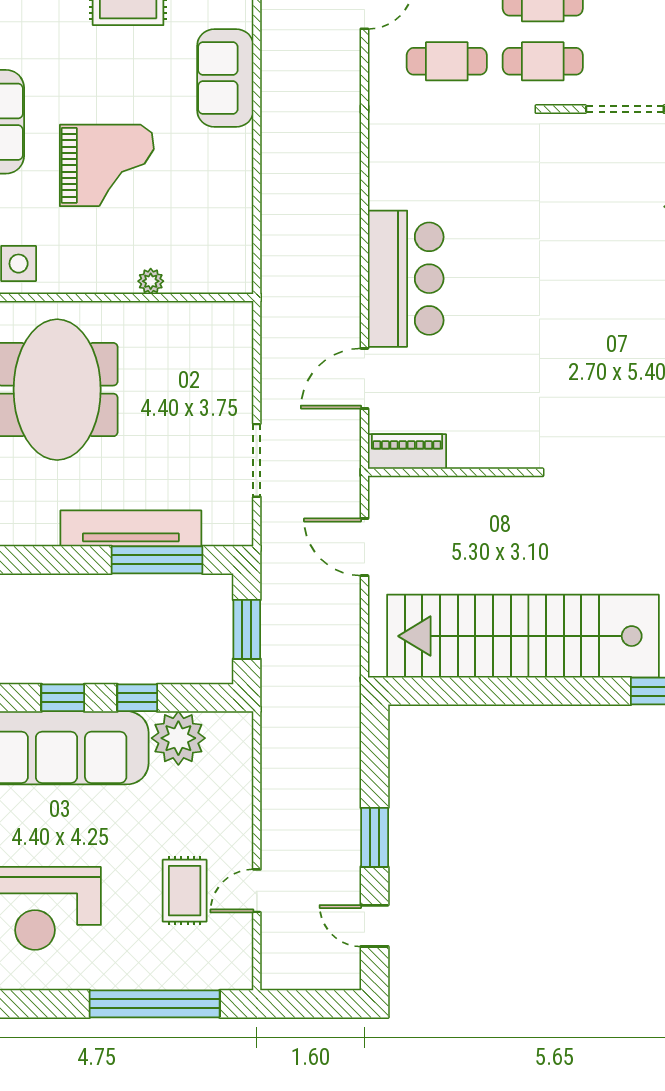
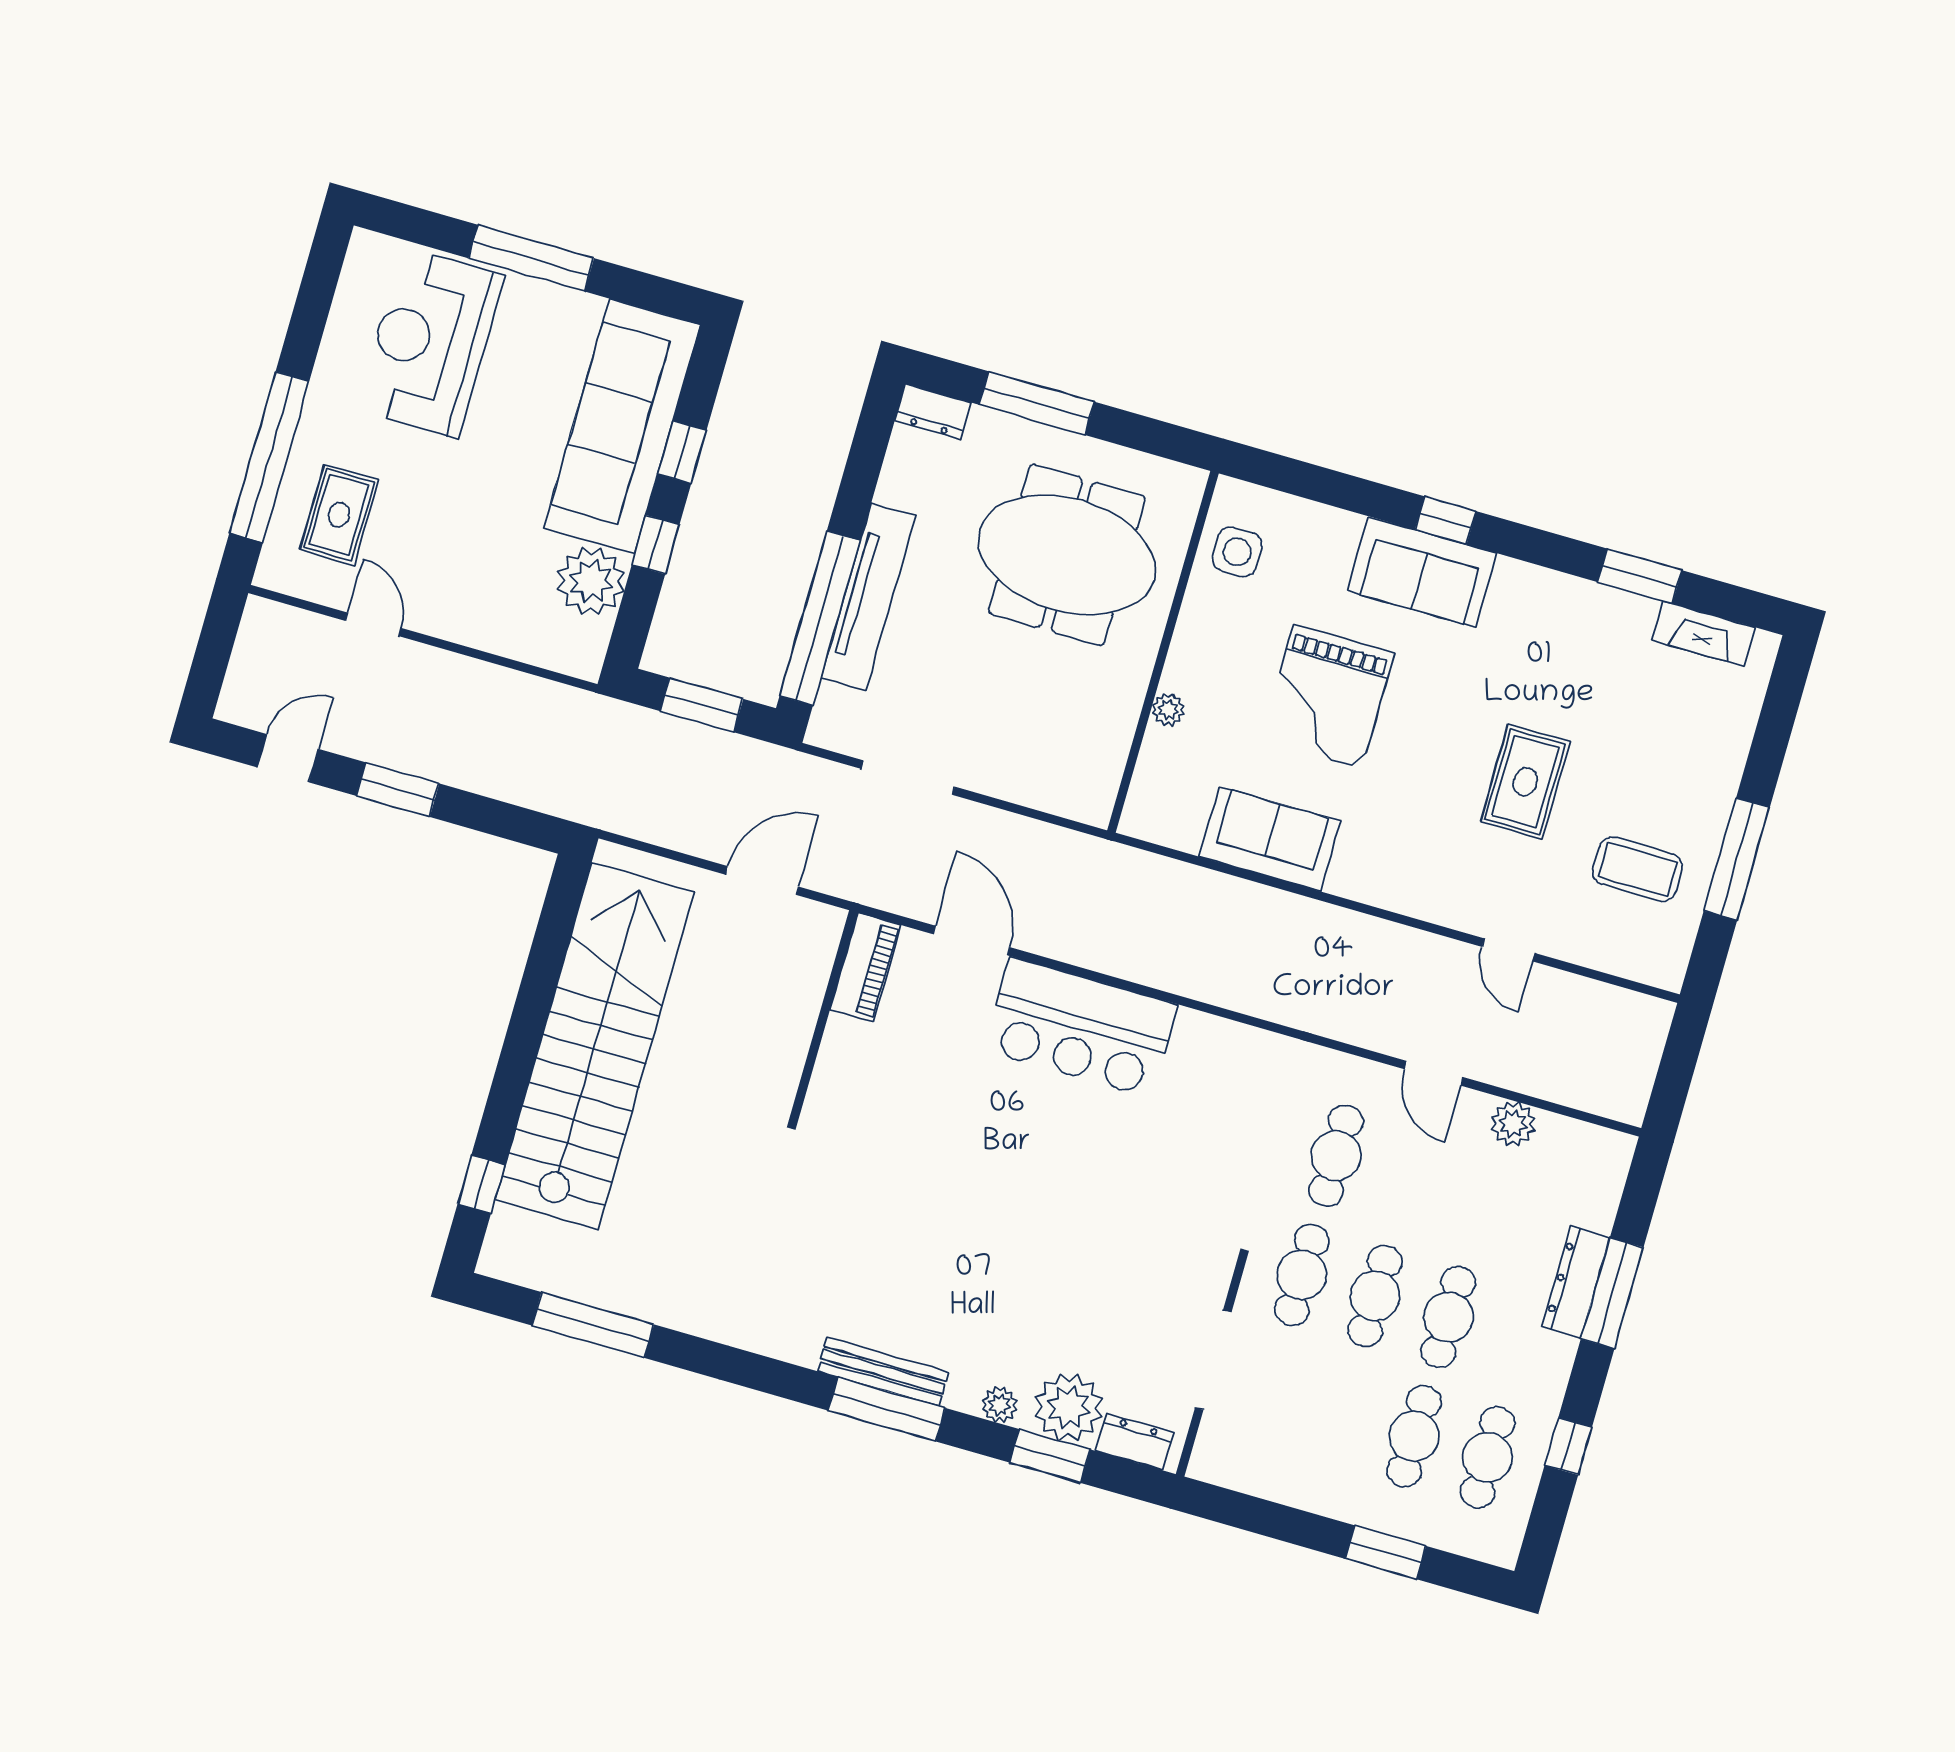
sofa: (225, 78) -> (1270, 839), moved
window: (157, 560) -> (820, 618), width x1.46
rug: (185, 891) -> (339, 515), moved, turned 90

